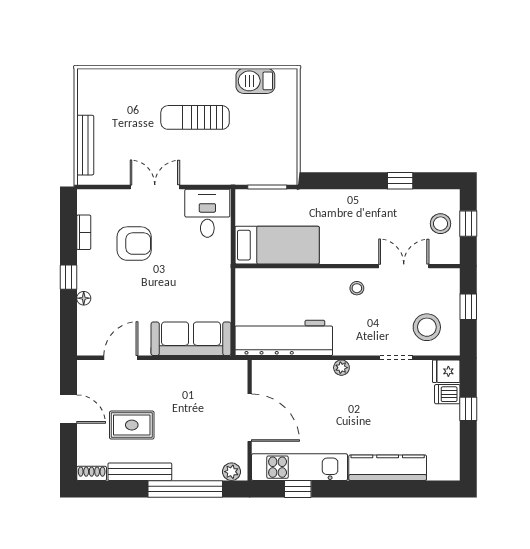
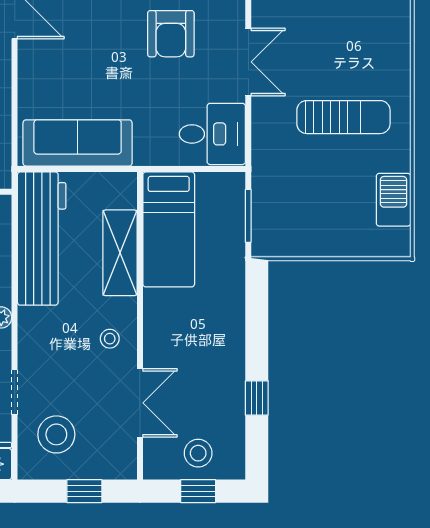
sun lounger: (195, 117) -> (343, 117), turned 90
shelving: (294, 281) -> (120, 253), added
sofa: (191, 339) -> (78, 143), moved, turned -90

